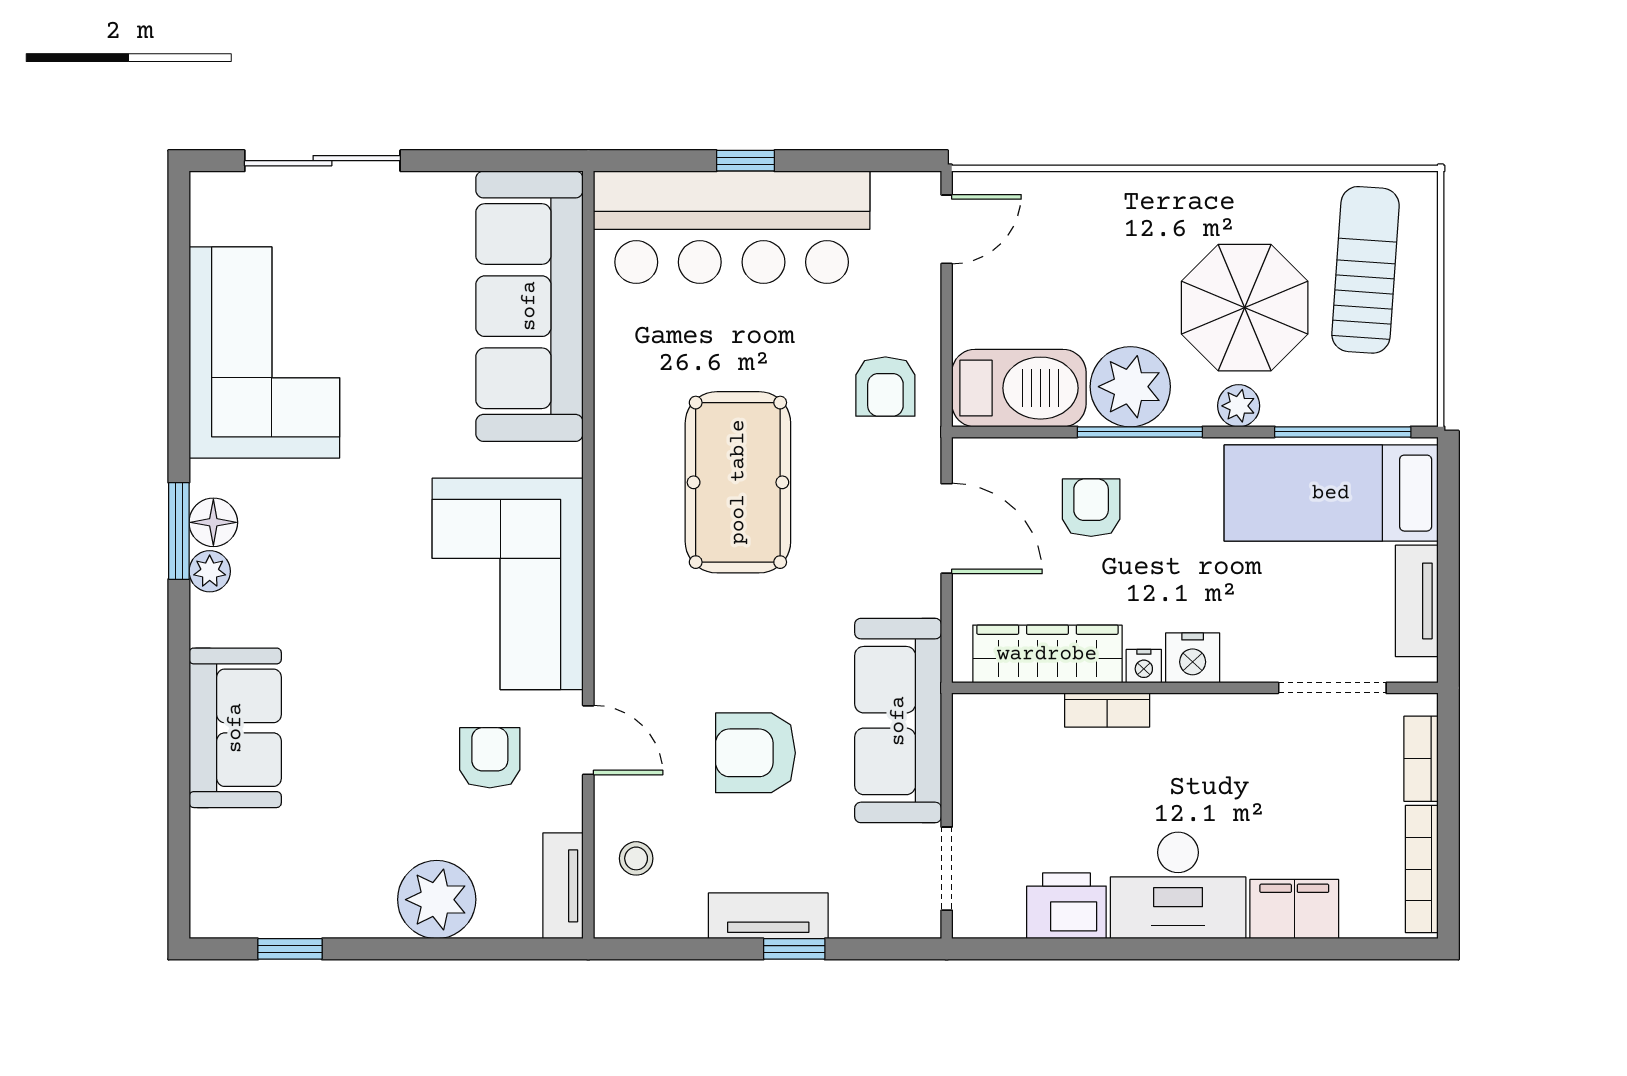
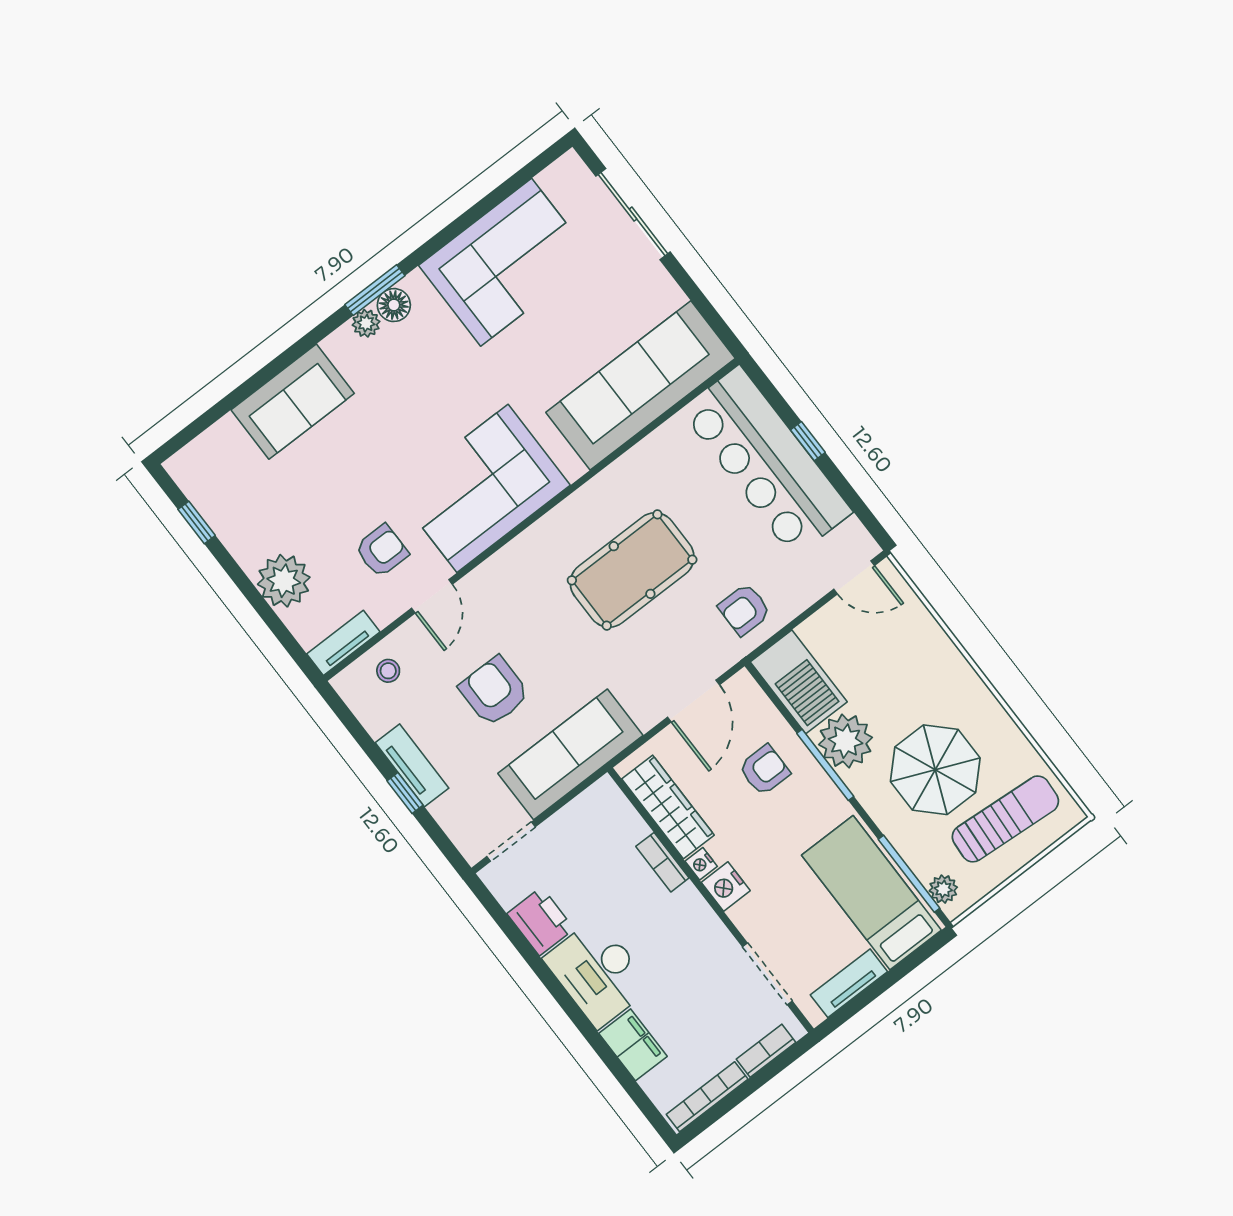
plant: (1239, 406) -> (943, 889), moved

